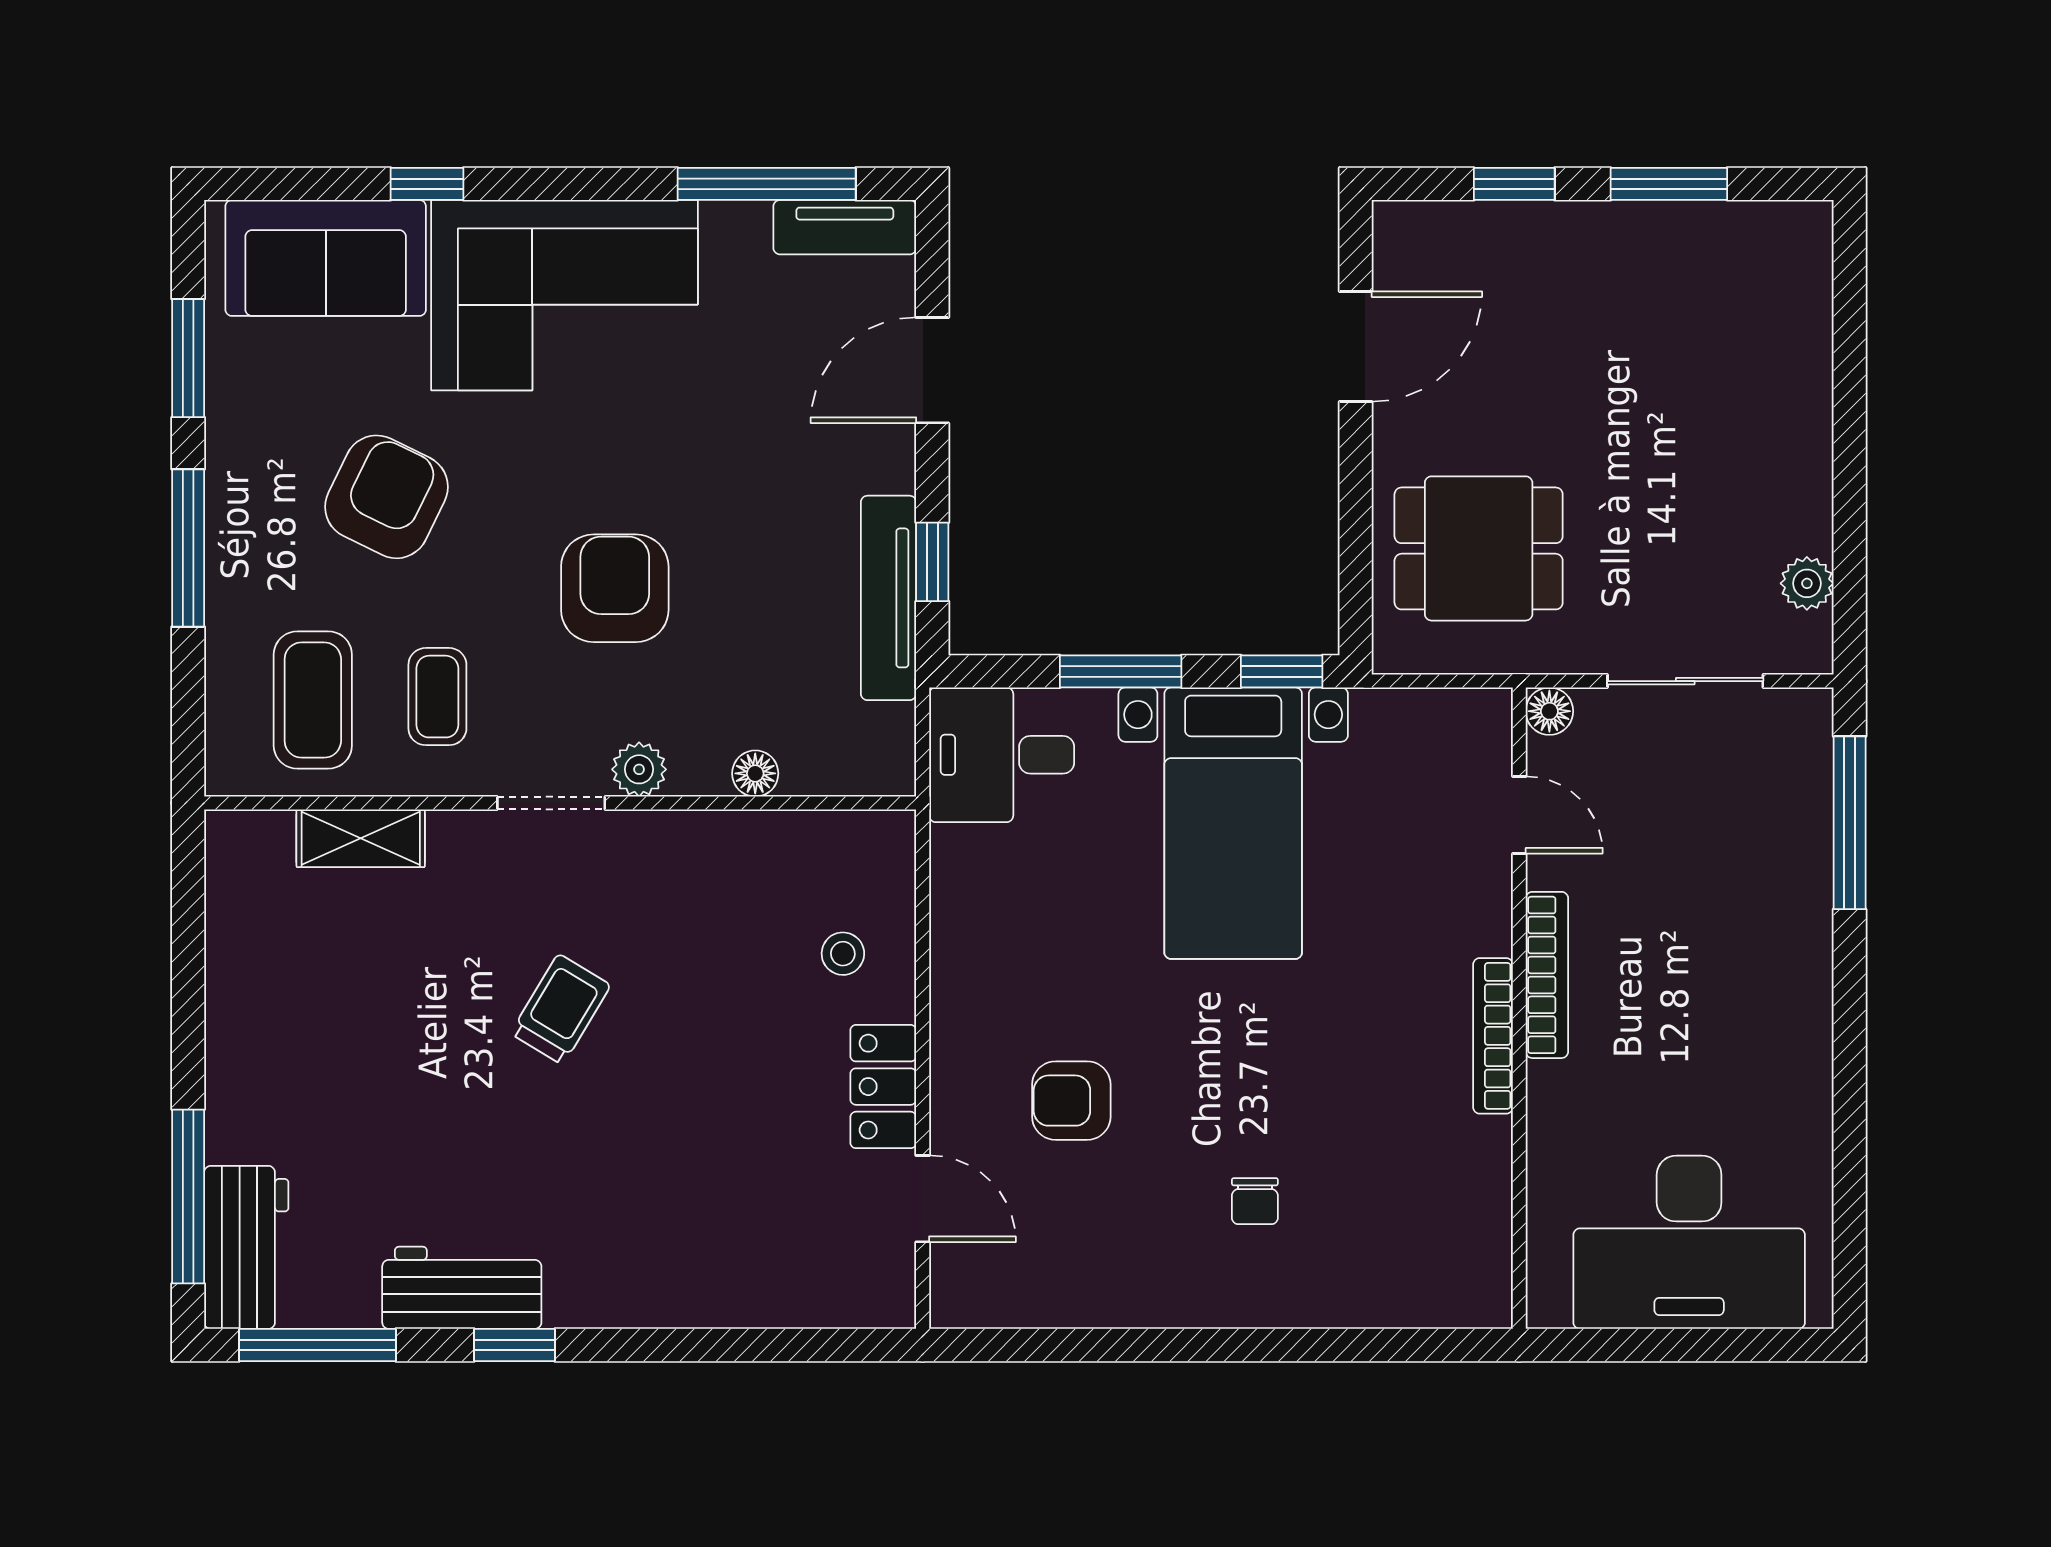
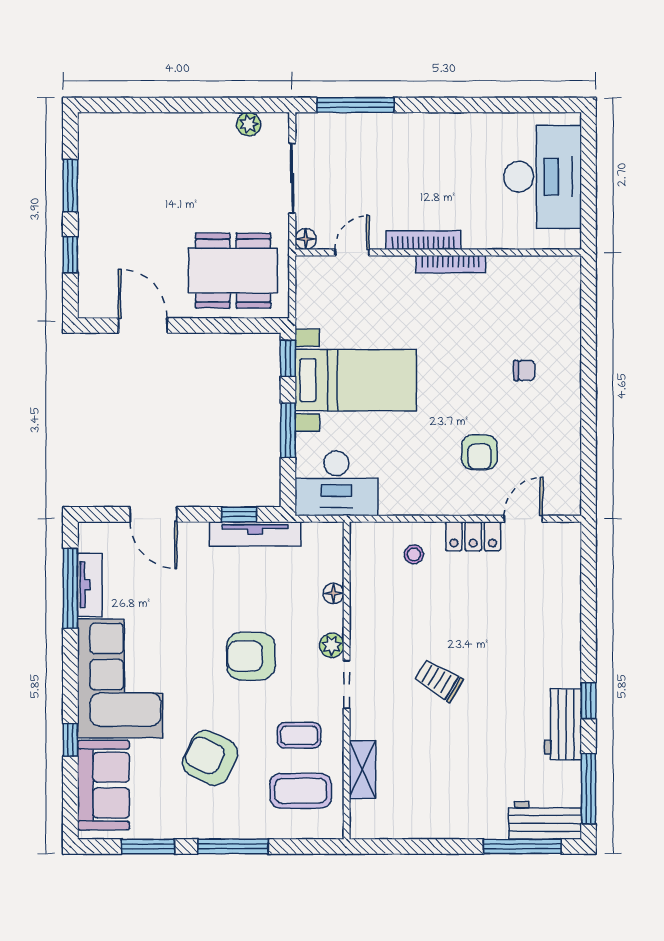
tv unit: (845, 227) -> (90, 585), moved
dining table: (1479, 548) -> (233, 271), width x1.38
desk: (1002, 755) -> (336, 483), width x1.37

